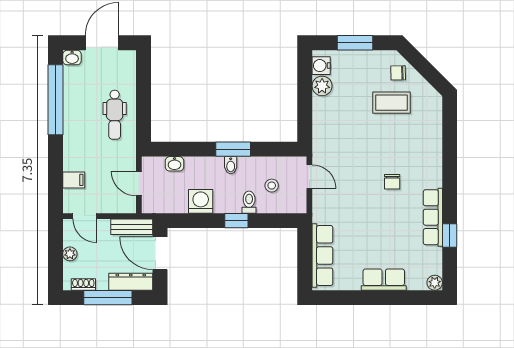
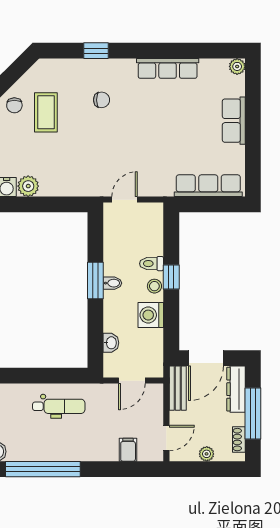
chair: (392, 182) -> (102, 100), moved
stool: (272, 186) -> (154, 286), moved
window: (450, 235) -> (96, 51), moved

